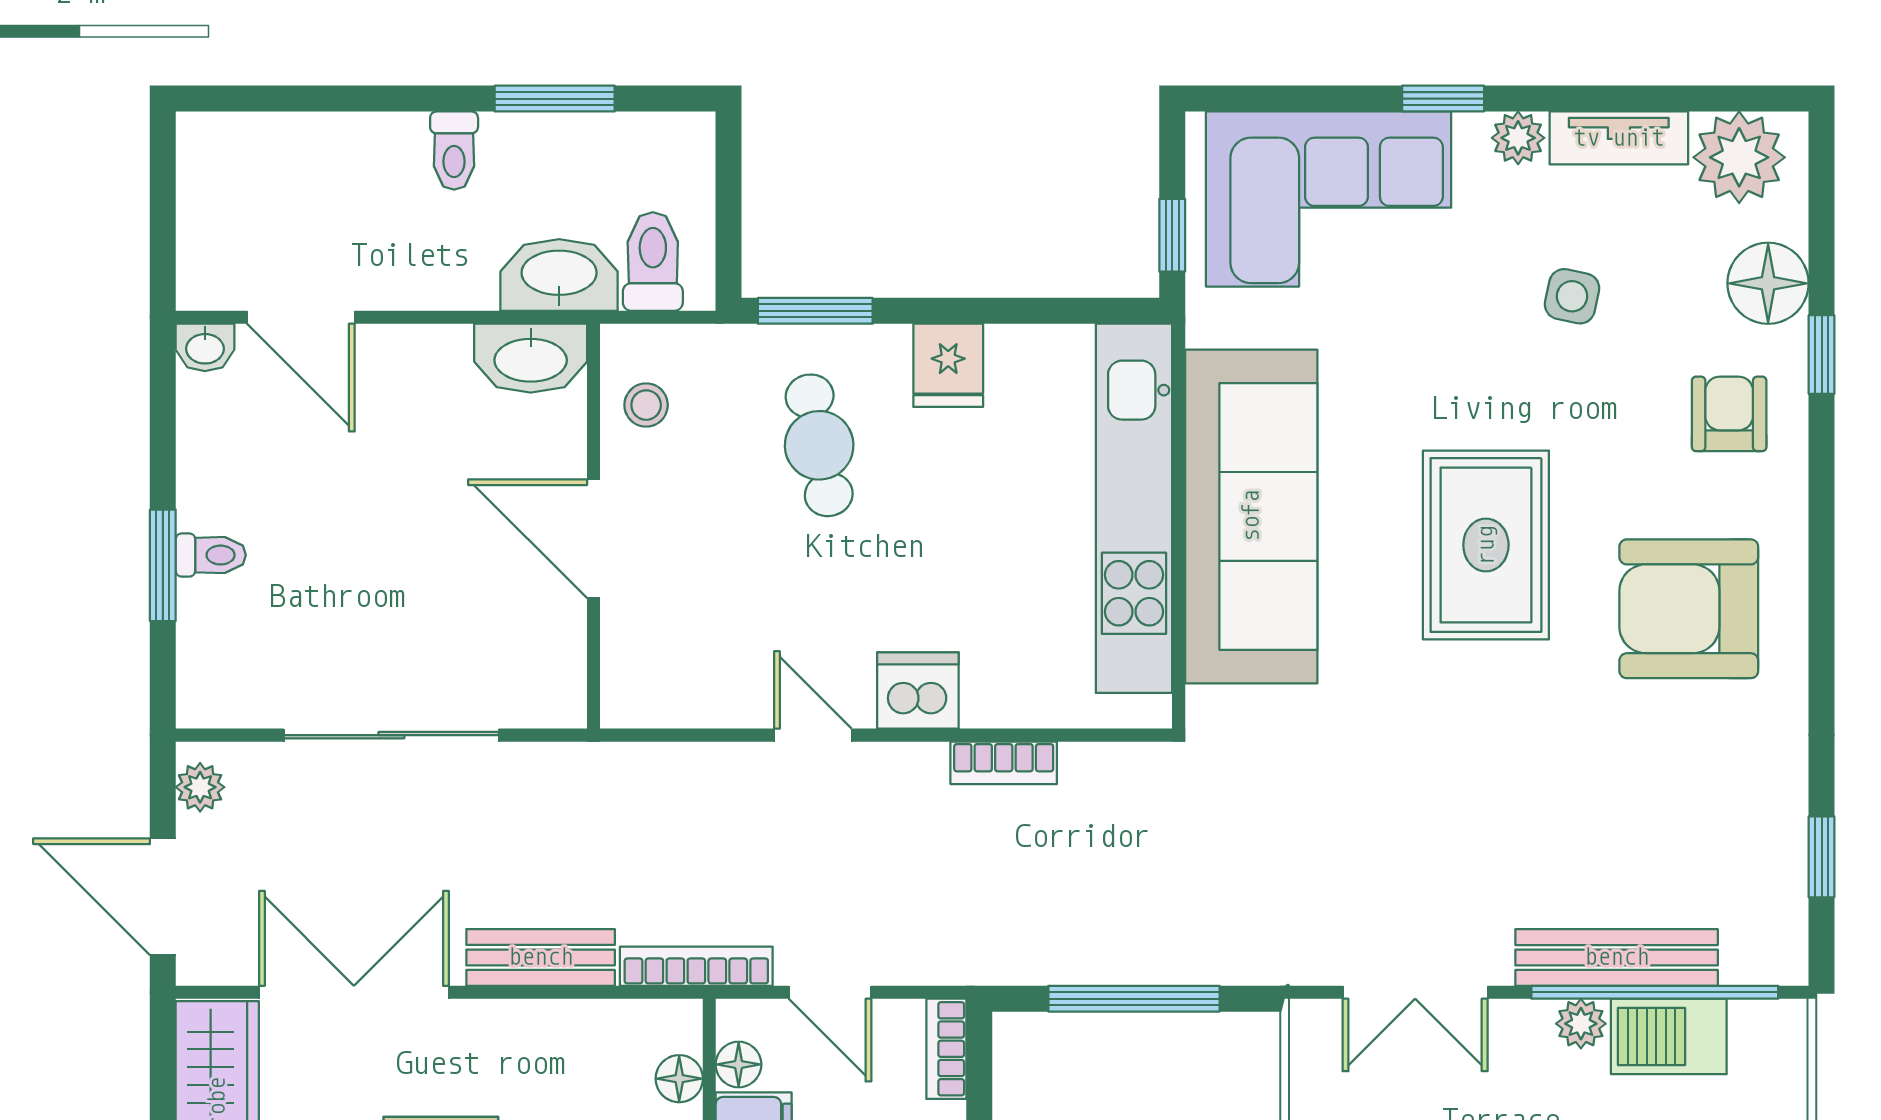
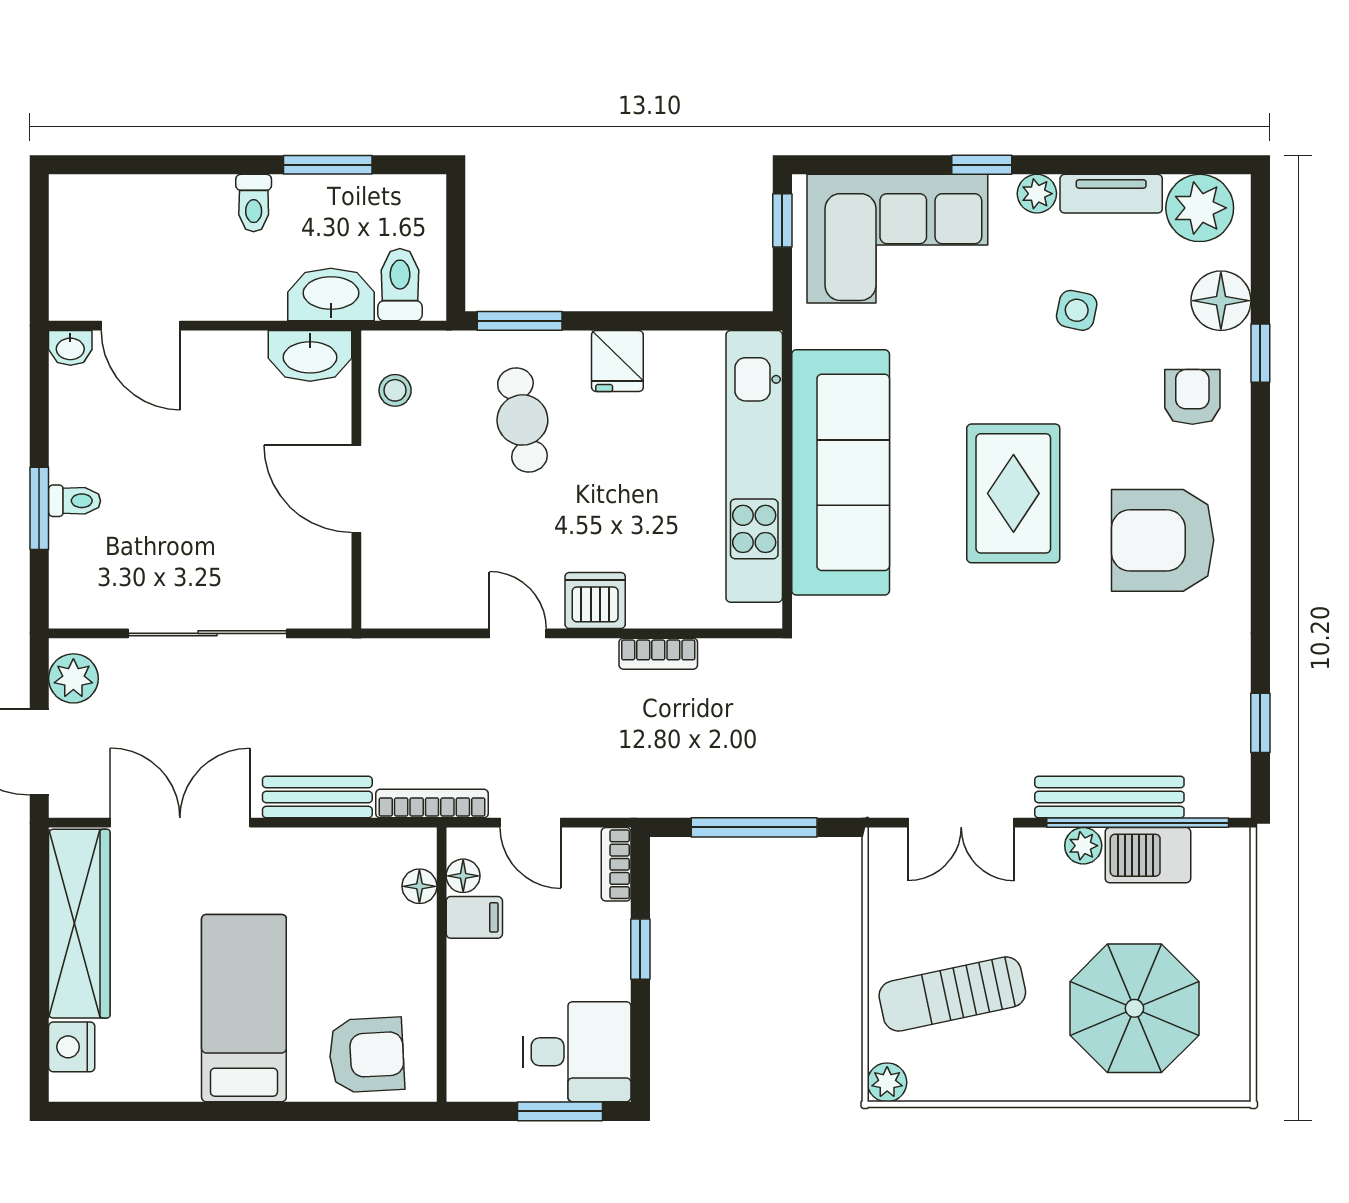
window: (1172, 235) -> (782, 220), moved
plant: (200, 787) -> (73, 678), width x1.38, depth x1.38

